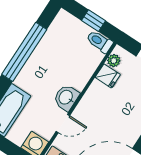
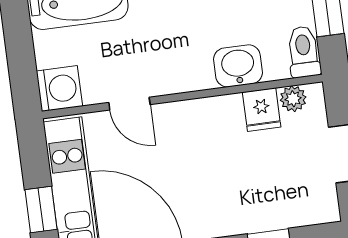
washbasin: (66, 98) -> (238, 66), moved

